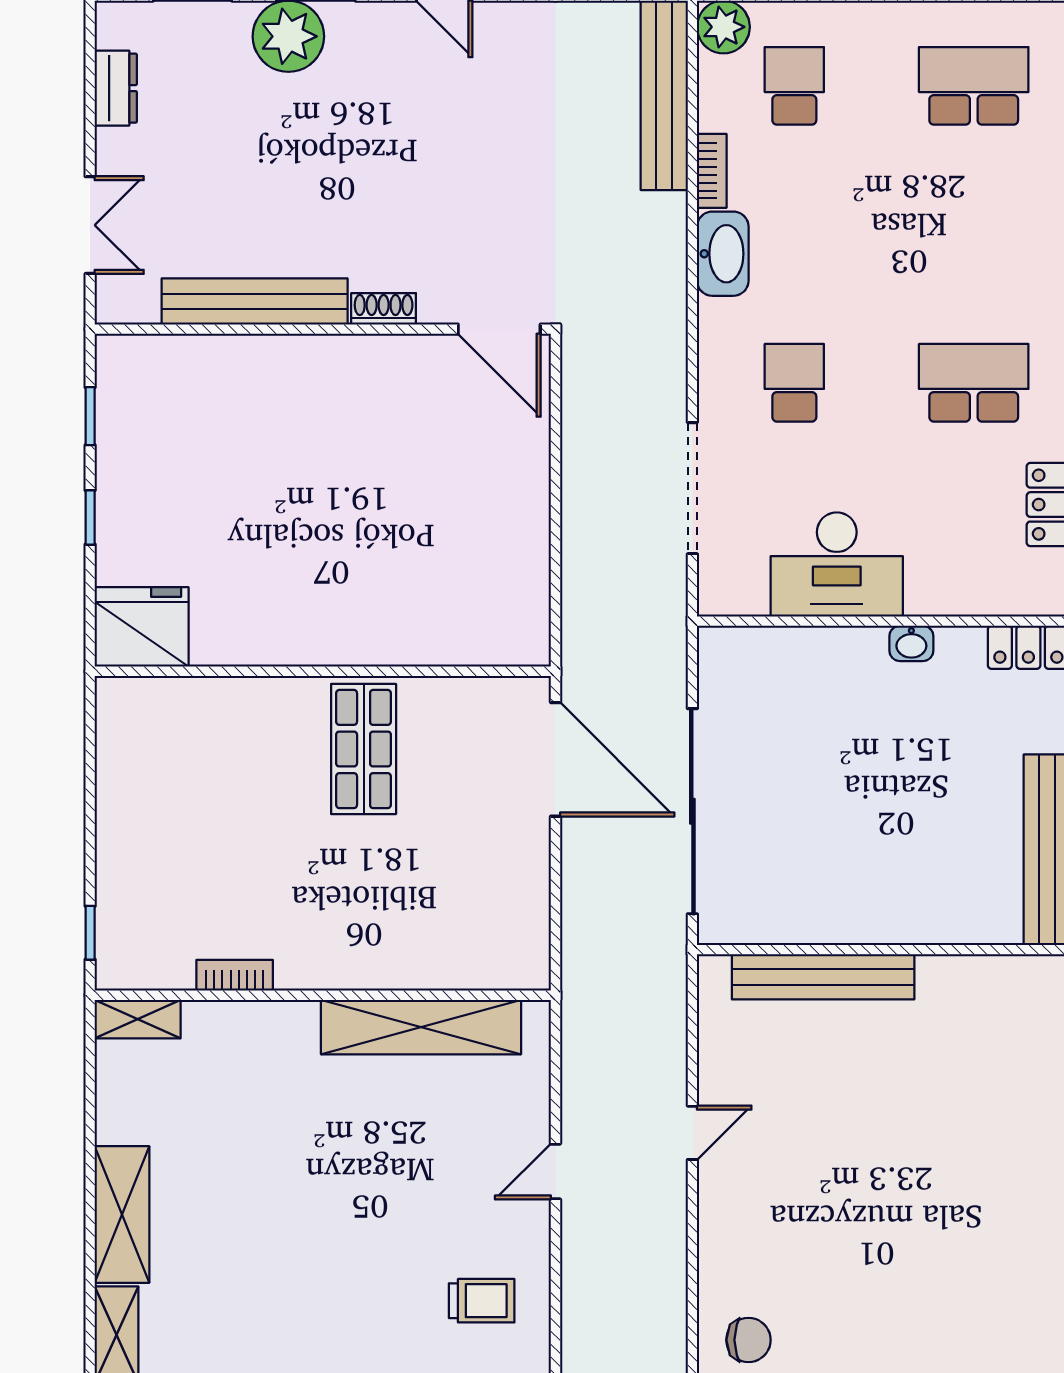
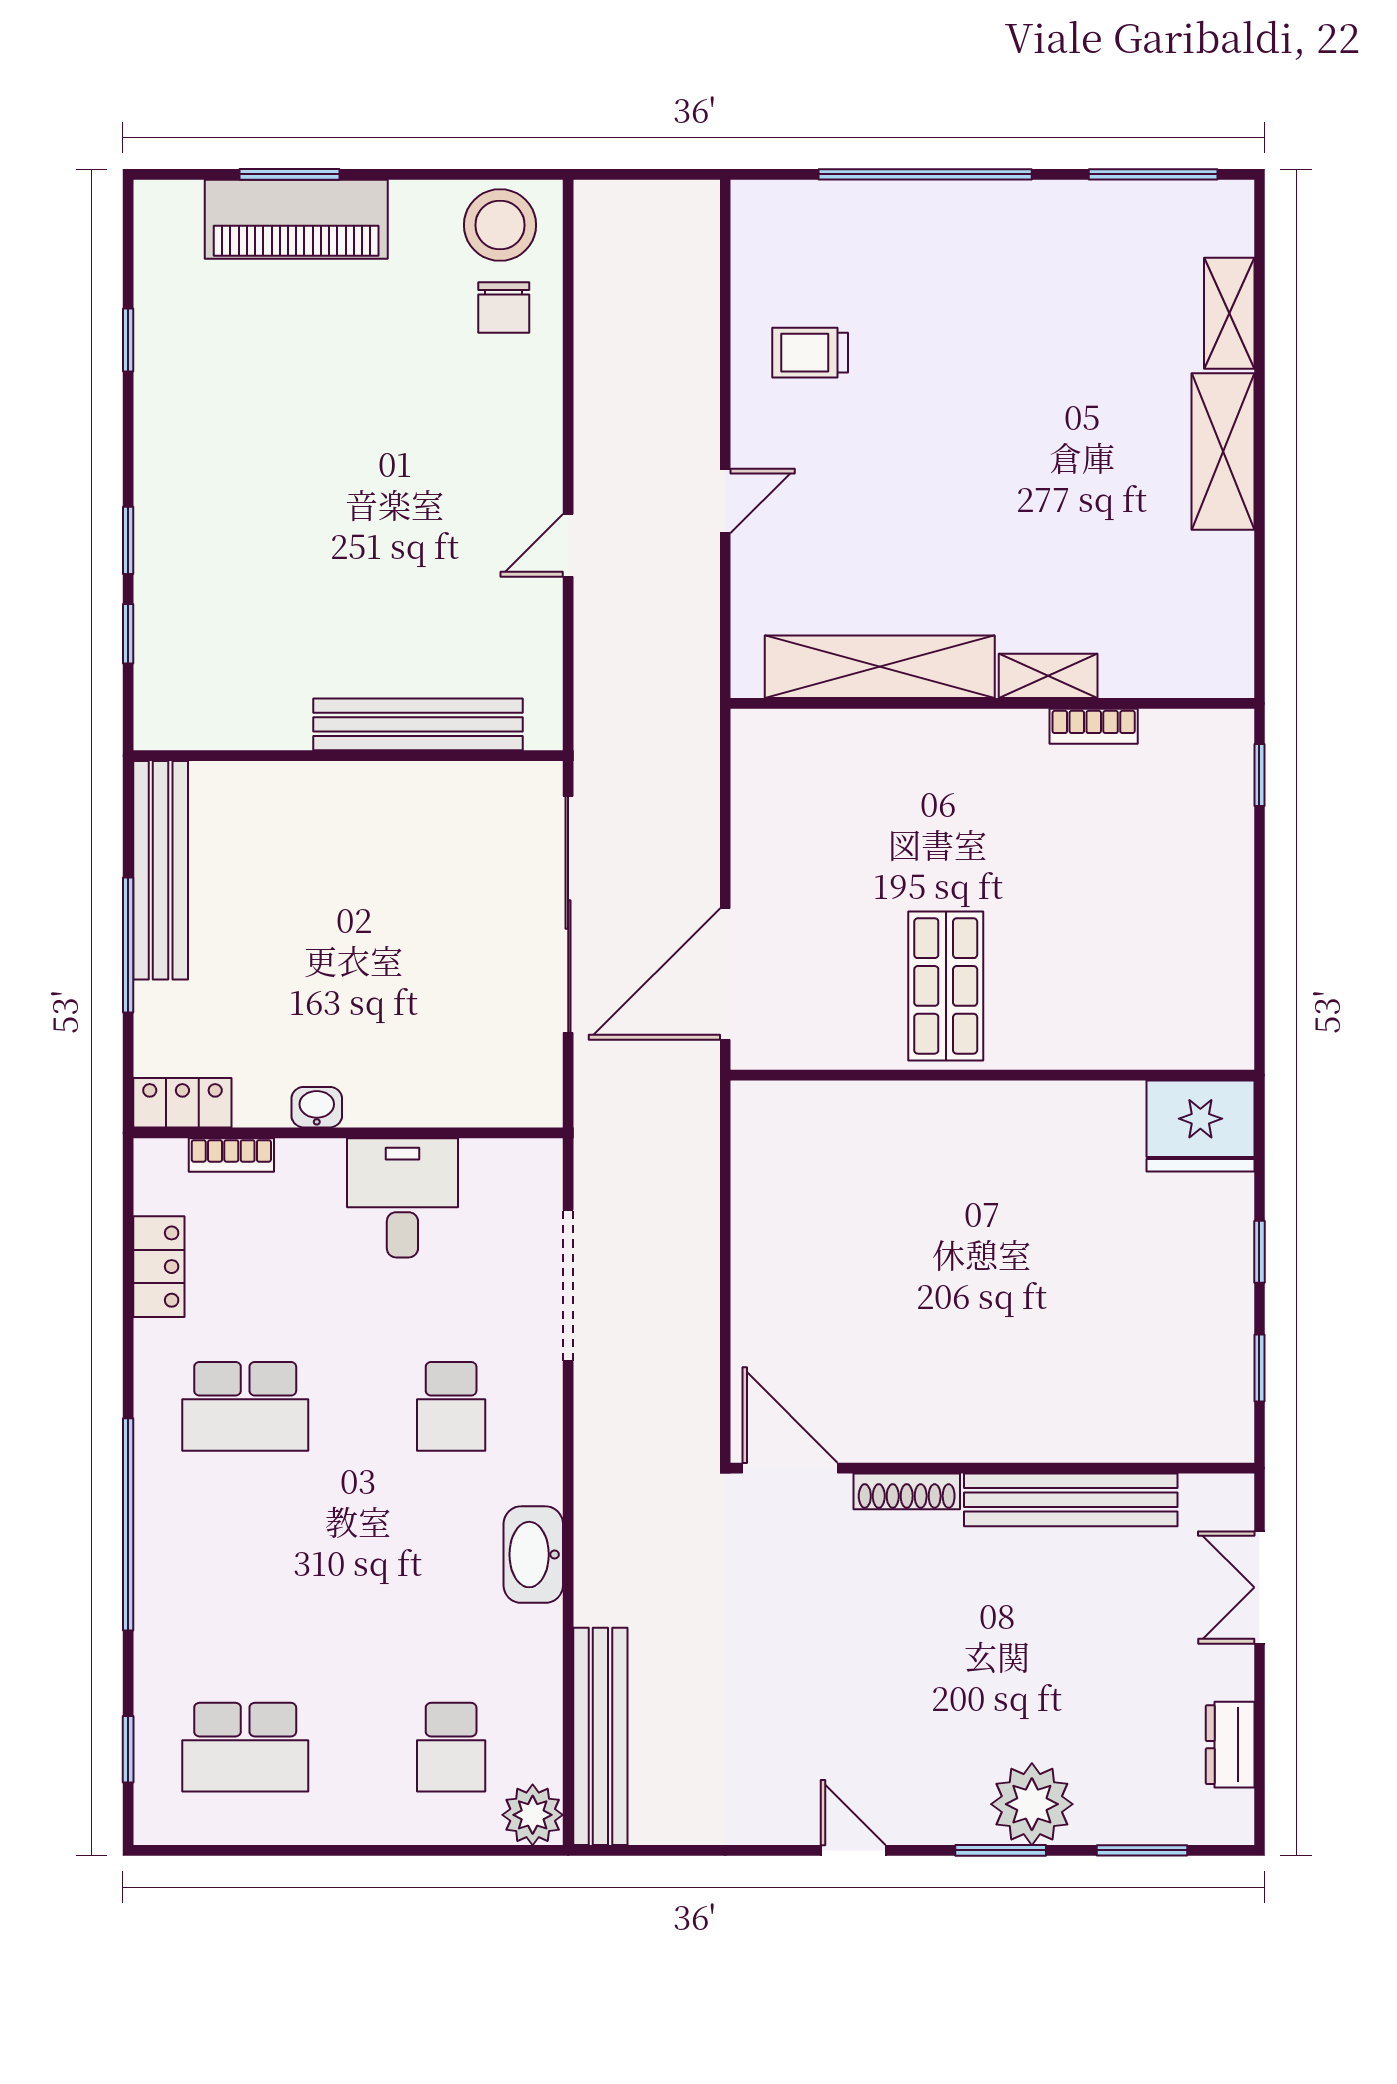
bookcase: (712, 171) -> (231, 1155), moved, turned -90
shoe rack: (384, 309) -> (907, 1491), width x1.43
desk: (837, 564) -> (402, 1198), width x0.73
door: (556, 759) -> (725, 974), hinge flipped
shelving: (138, 1019) -> (1048, 676), moved
chair: (748, 1340) -> (504, 307), turned -90

